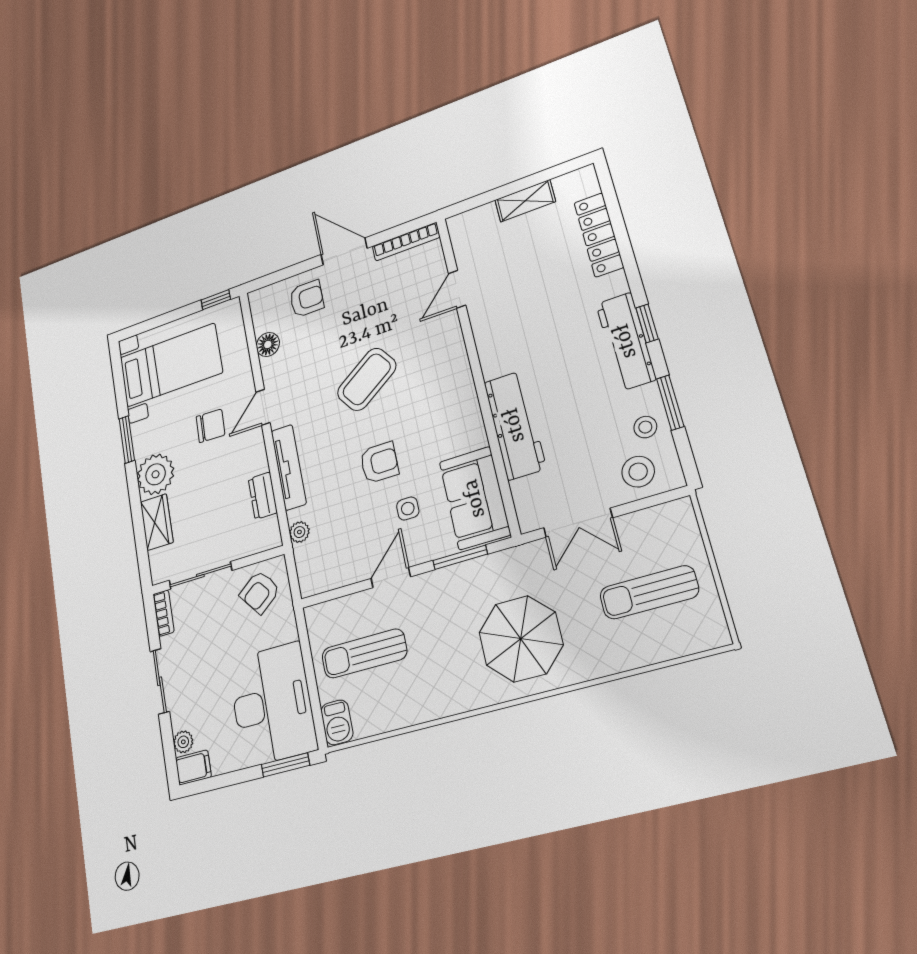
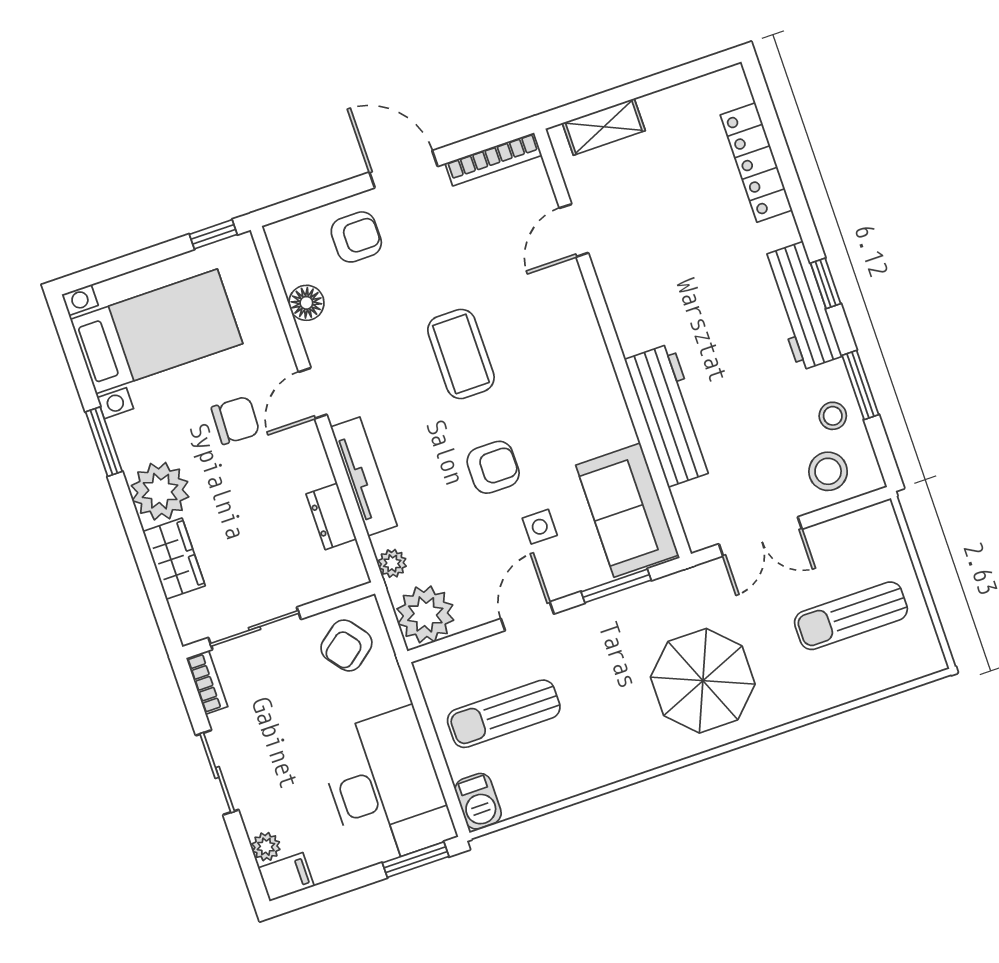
shelving: (525, 201) -> (604, 127), moved
coffee table: (367, 379) -> (461, 354), turned -55
plant: (317, 572) -> (425, 614), added

